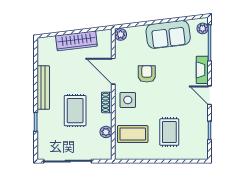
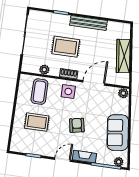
armchair: (147, 74) -> (77, 125), moved, turned -101

